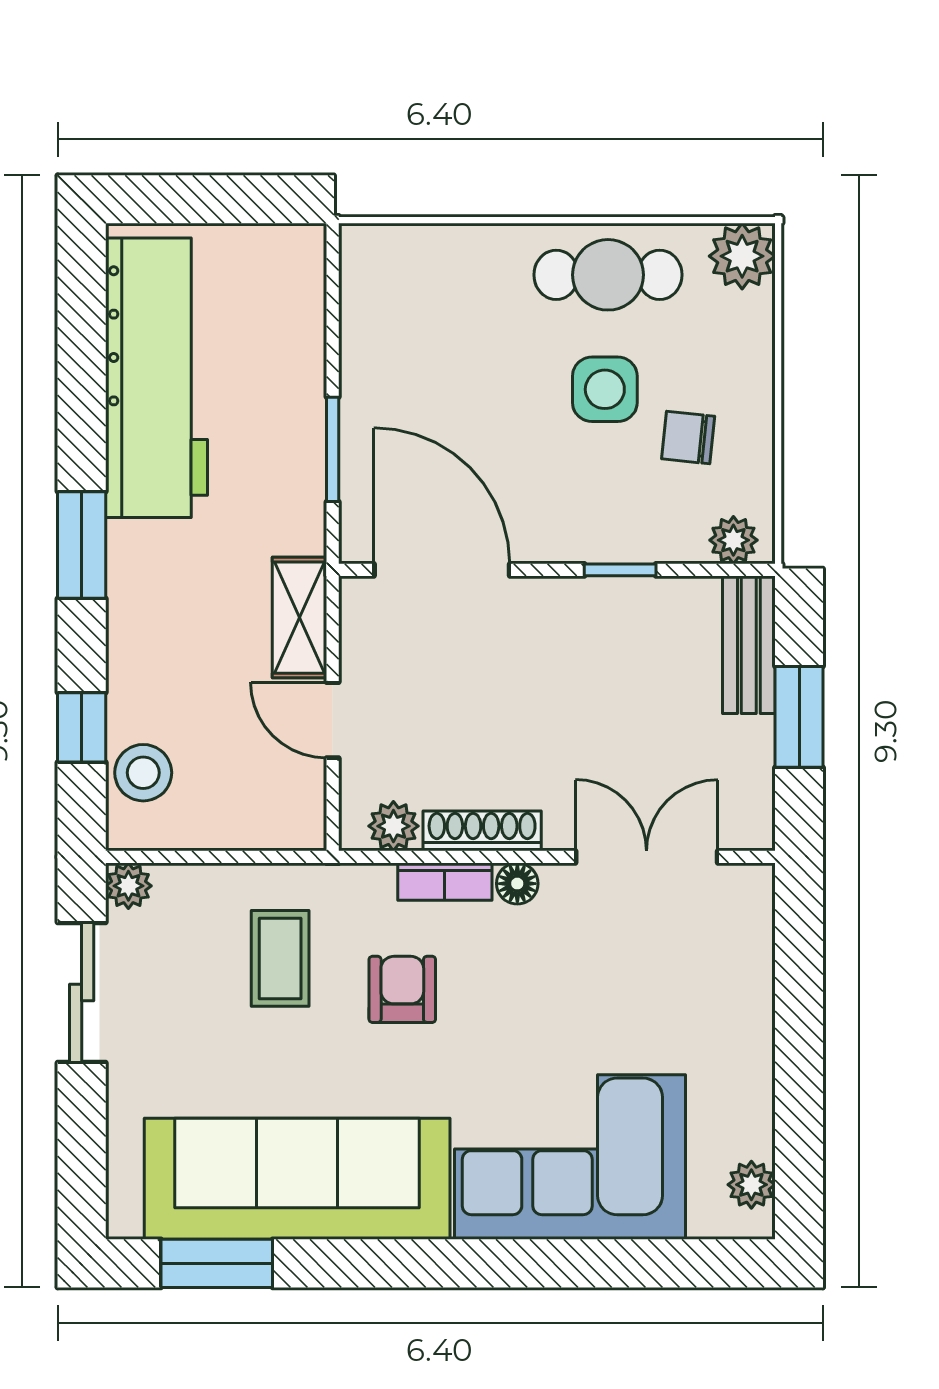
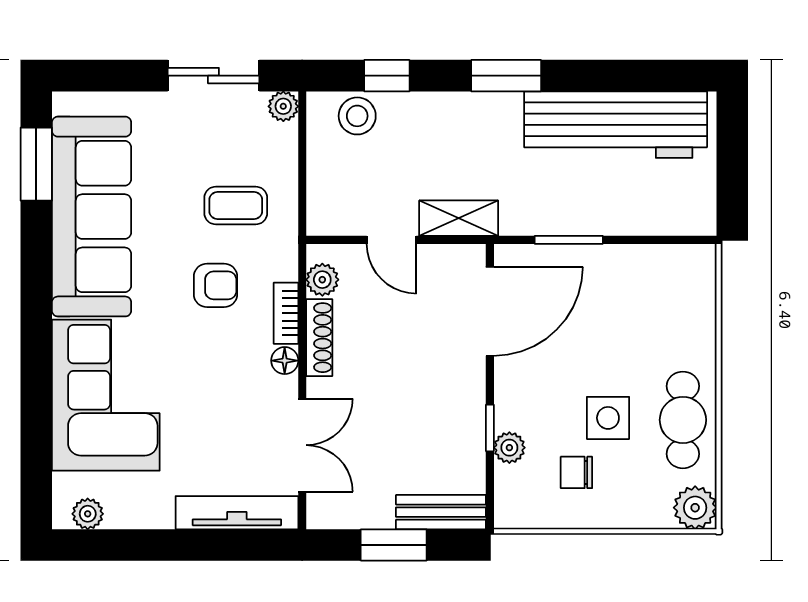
chair: (688, 438) -> (576, 472), turned -96
plant: (733, 540) -> (509, 448), moved
door: (333, 720) -> (392, 240), swing flipped
tv unit: (750, 957) -> (237, 513), added

